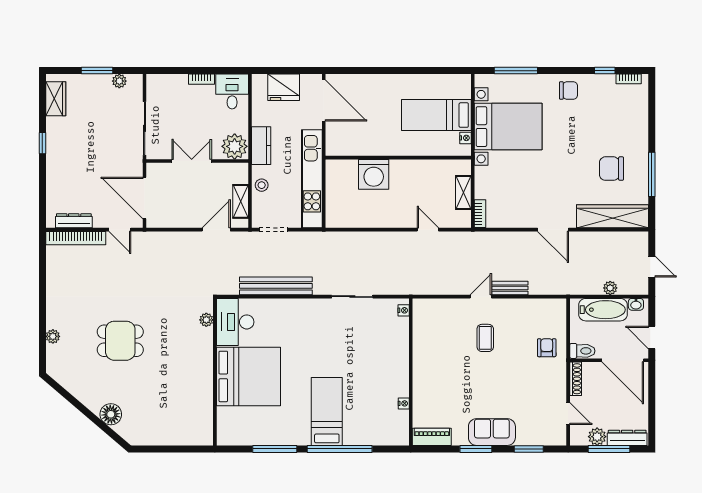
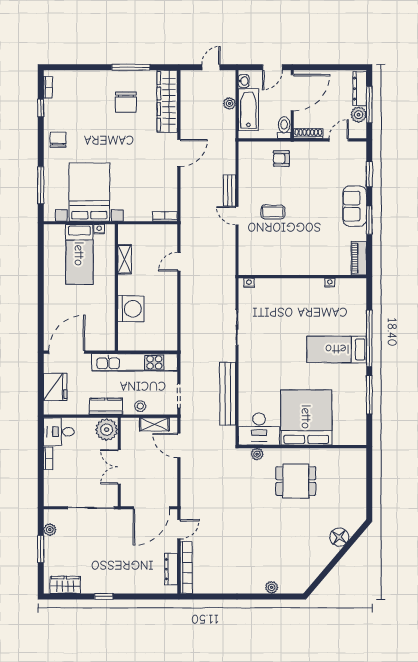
shelving: (463, 193) -> (124, 259), moved, turned 90
dining table: (120, 341) -> (296, 481), moved, turned 90

